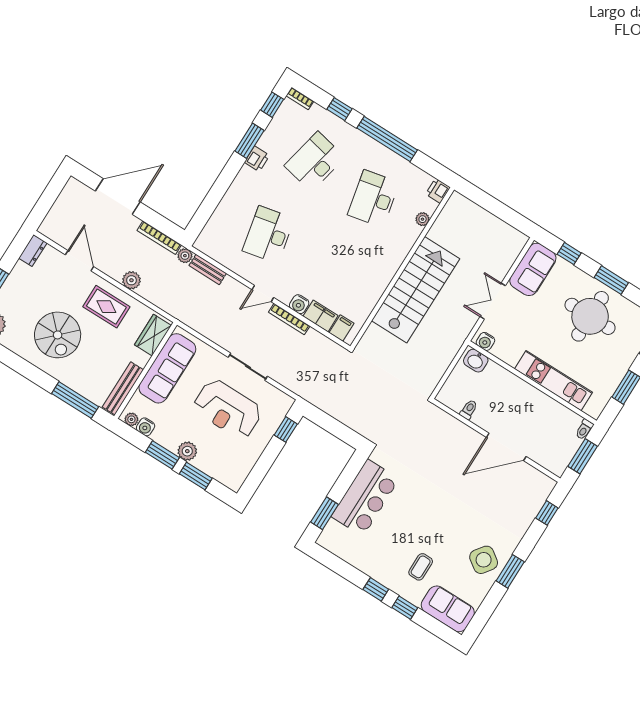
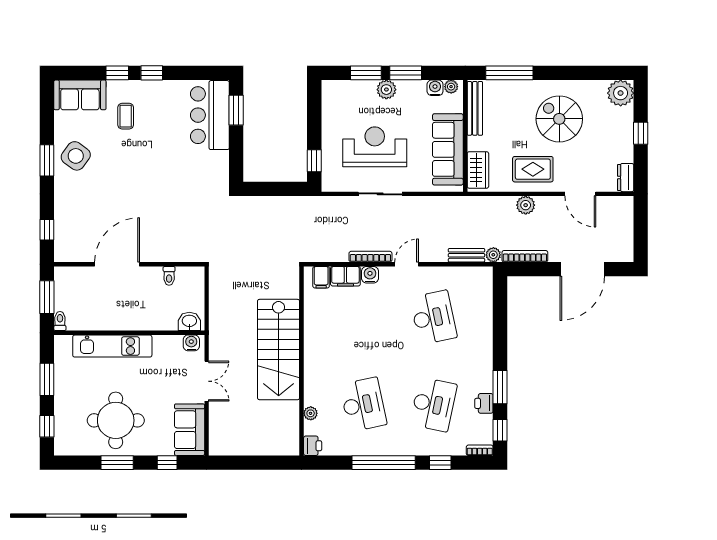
printer: (257, 159) -> (484, 403), moved
bar counter: (365, 498) -> (210, 115), moved

